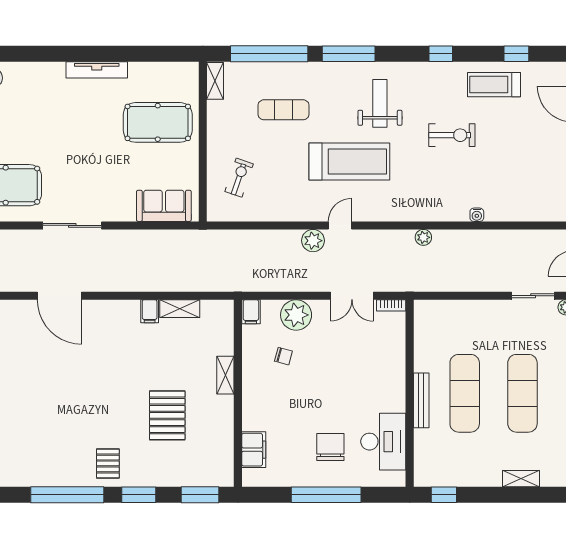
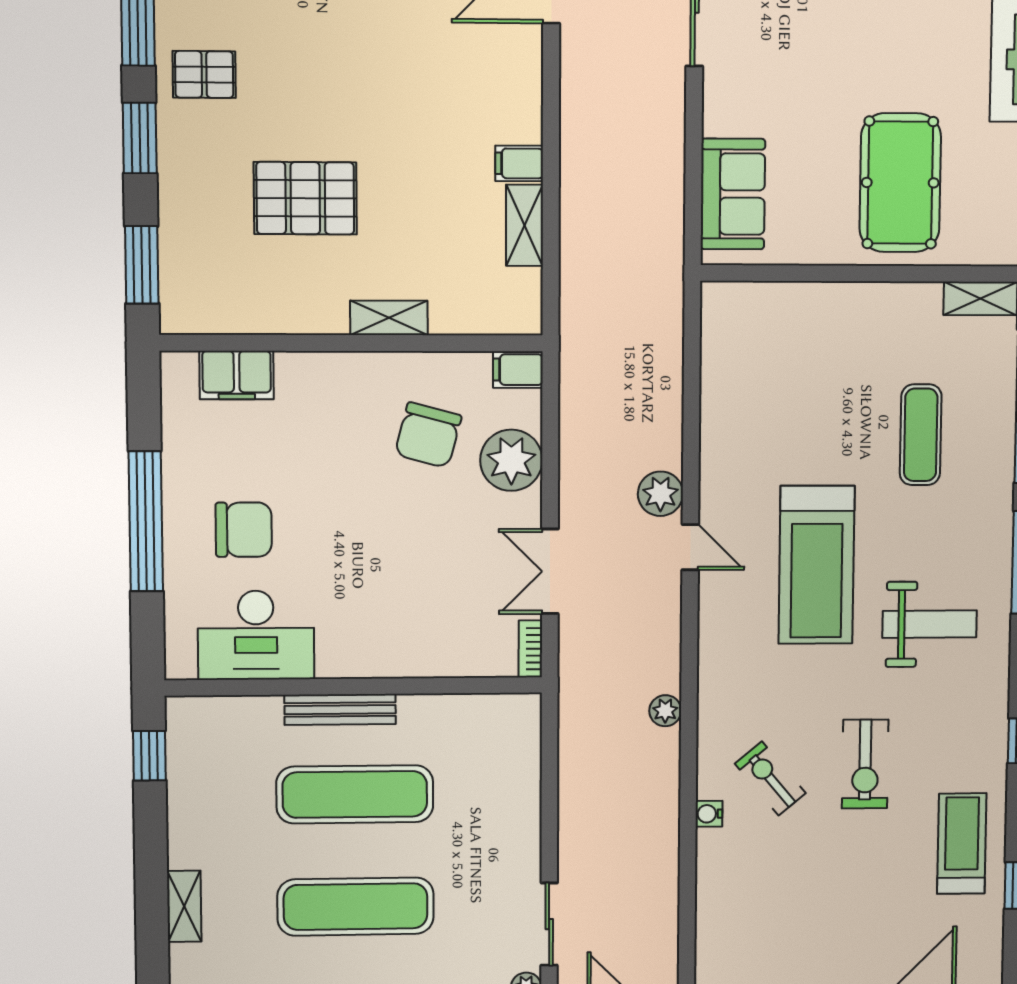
exercise bike: (239, 178) -> (770, 778), moved, turned -149
chair: (283, 356) -> (428, 435), width x1.87, depth x1.87

